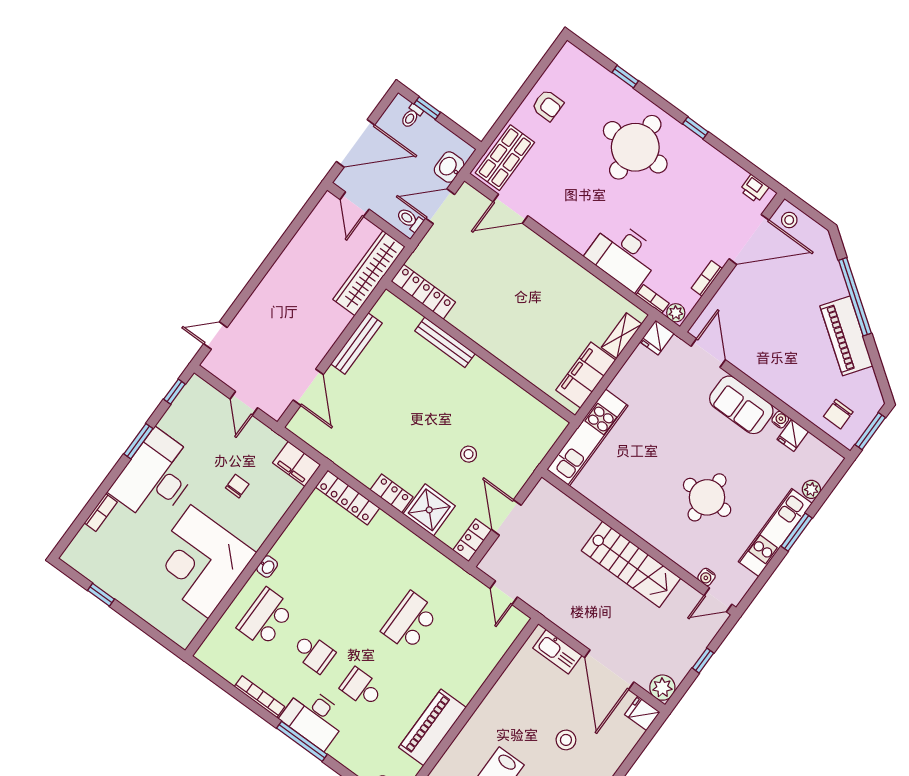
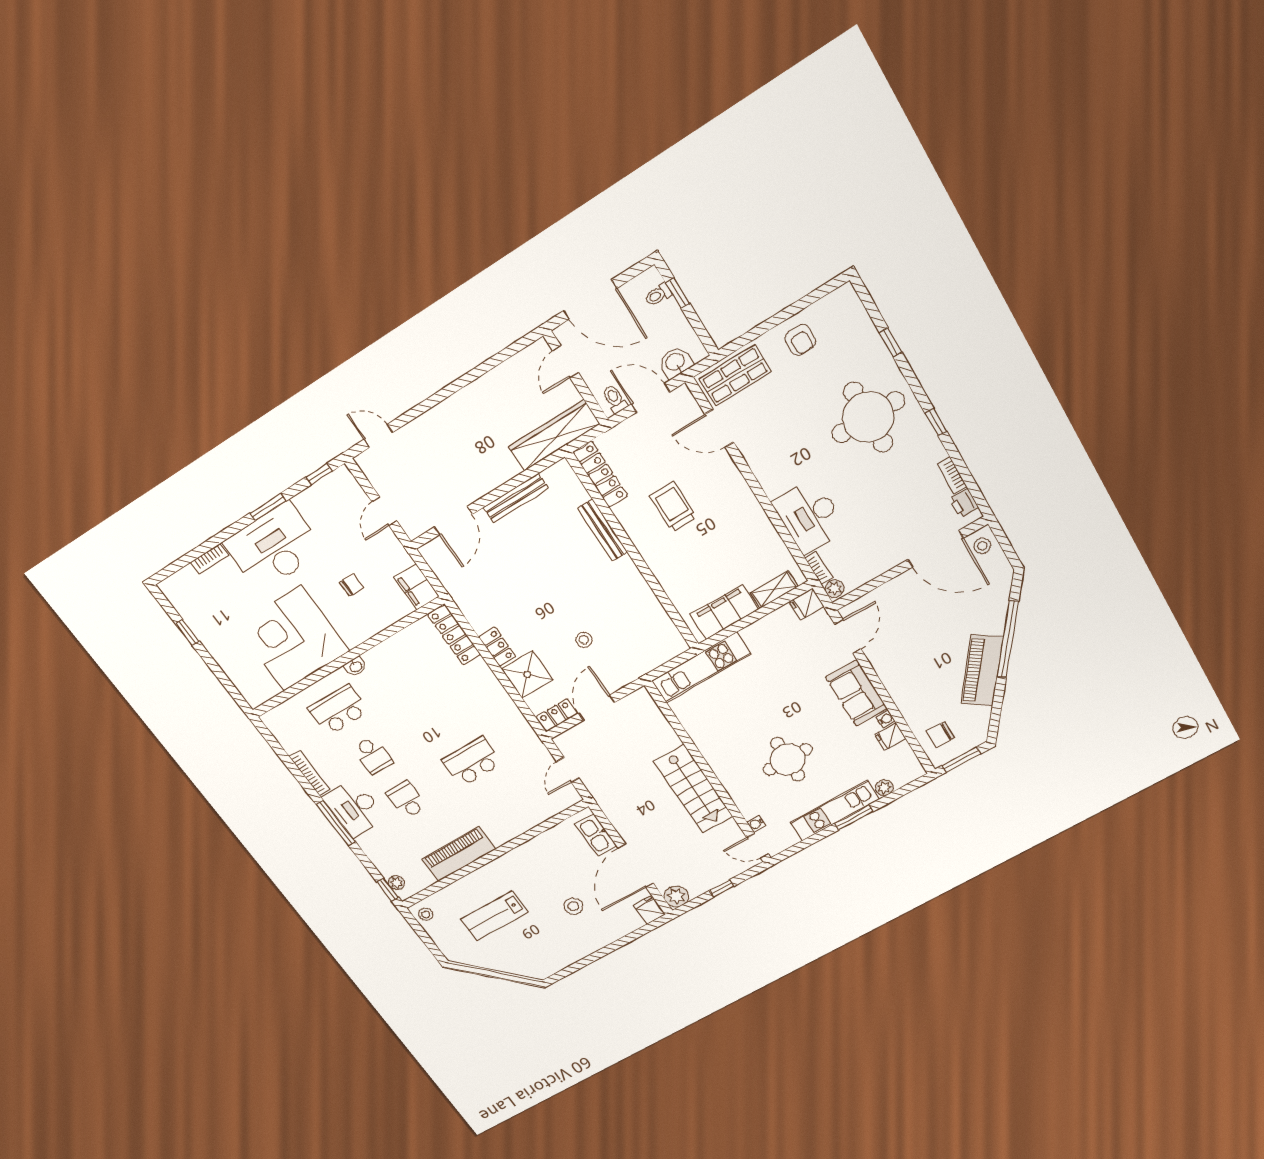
bookcase: (707, 278) -> (952, 475), moved, turned -90
trolley: (499, 295) -> (673, 507), added

